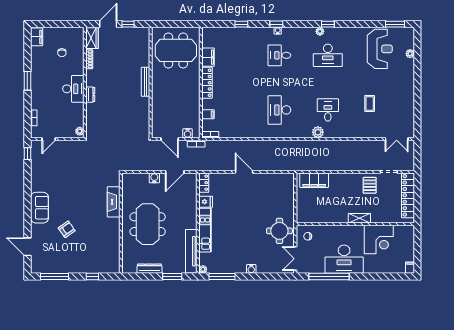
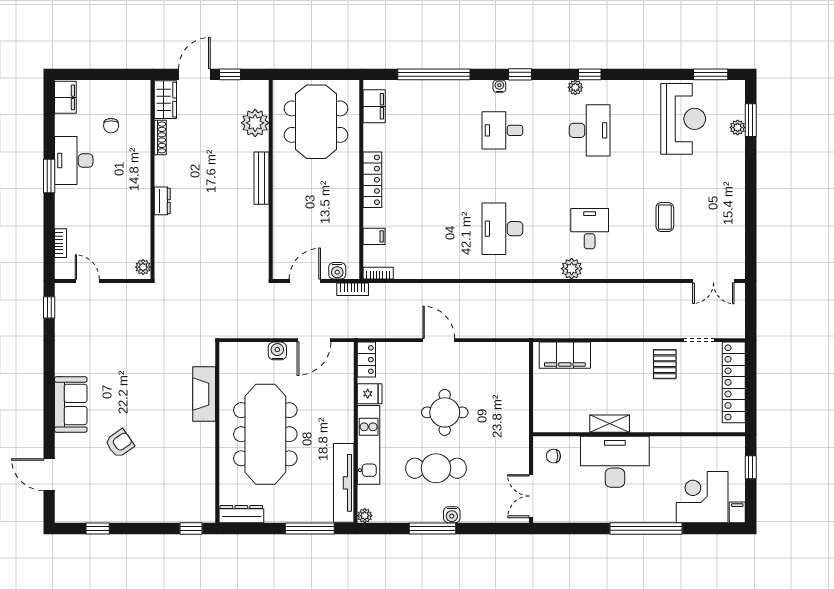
window: (241, 24) -> (434, 74), width x3.17
window: (276, 24) -> (520, 74), moved
meeting table: (176, 50) -> (316, 122), turned 90
window: (417, 50) -> (751, 120), added
plant: (142, 51) -> (255, 123), added
desk: (328, 55) -> (590, 130), turned -90
filing cabinet: (208, 57) -> (374, 106), moved
desk: (73, 89) -> (74, 161), moved, turned 180
door: (49, 139) -> (87, 281), swing flipped
door: (170, 139) -> (305, 281), swing flipped
shelving: (359, 218) -> (610, 424), moved
meeting table: (148, 224) -> (265, 434), width x1.36
round table: (279, 231) -> (445, 412), moved
corner desk: (379, 240) -> (702, 497), moved, turned 180
cafe table: (242, 243) -> (436, 468), added
window: (417, 243) -> (751, 467), added
desk: (344, 259) -> (615, 462), moved, turned 180
dresser: (149, 269) -> (241, 514), moved
window: (54, 277) -> (98, 528), width x0.46
window: (92, 277) -> (191, 528), moved
window: (172, 277) -> (310, 528), width x1.44
window: (222, 277) -> (433, 528), moved
window: (329, 277) -> (646, 528), moved

